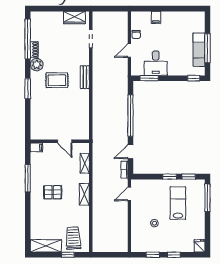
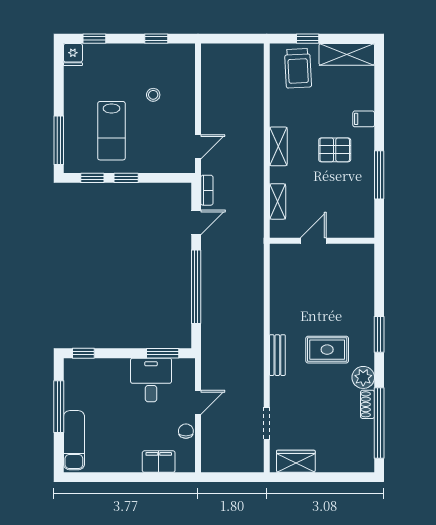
filing cabinet: (156, 17) -> (159, 462), width x2.00
exam couch: (199, 50) -> (74, 440), moved
door: (65, 141) -> (313, 241), hinge flipped
filing cabinet: (36, 147) -> (364, 119), moved
window: (174, 255) -> (94, 39), moved

